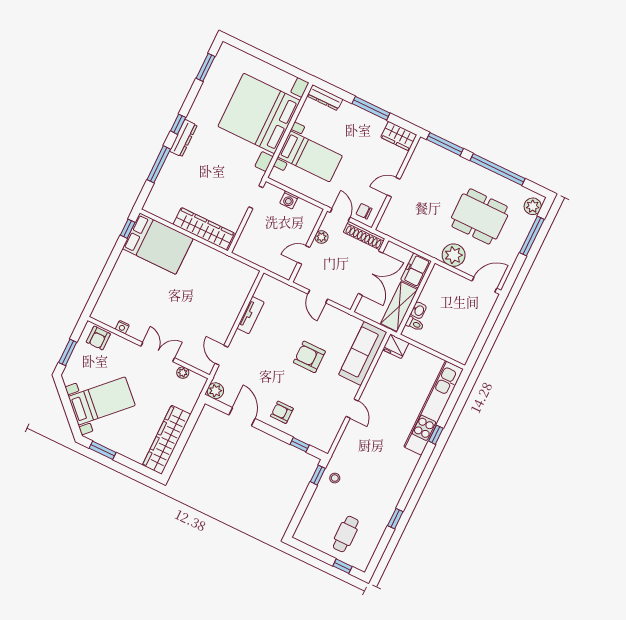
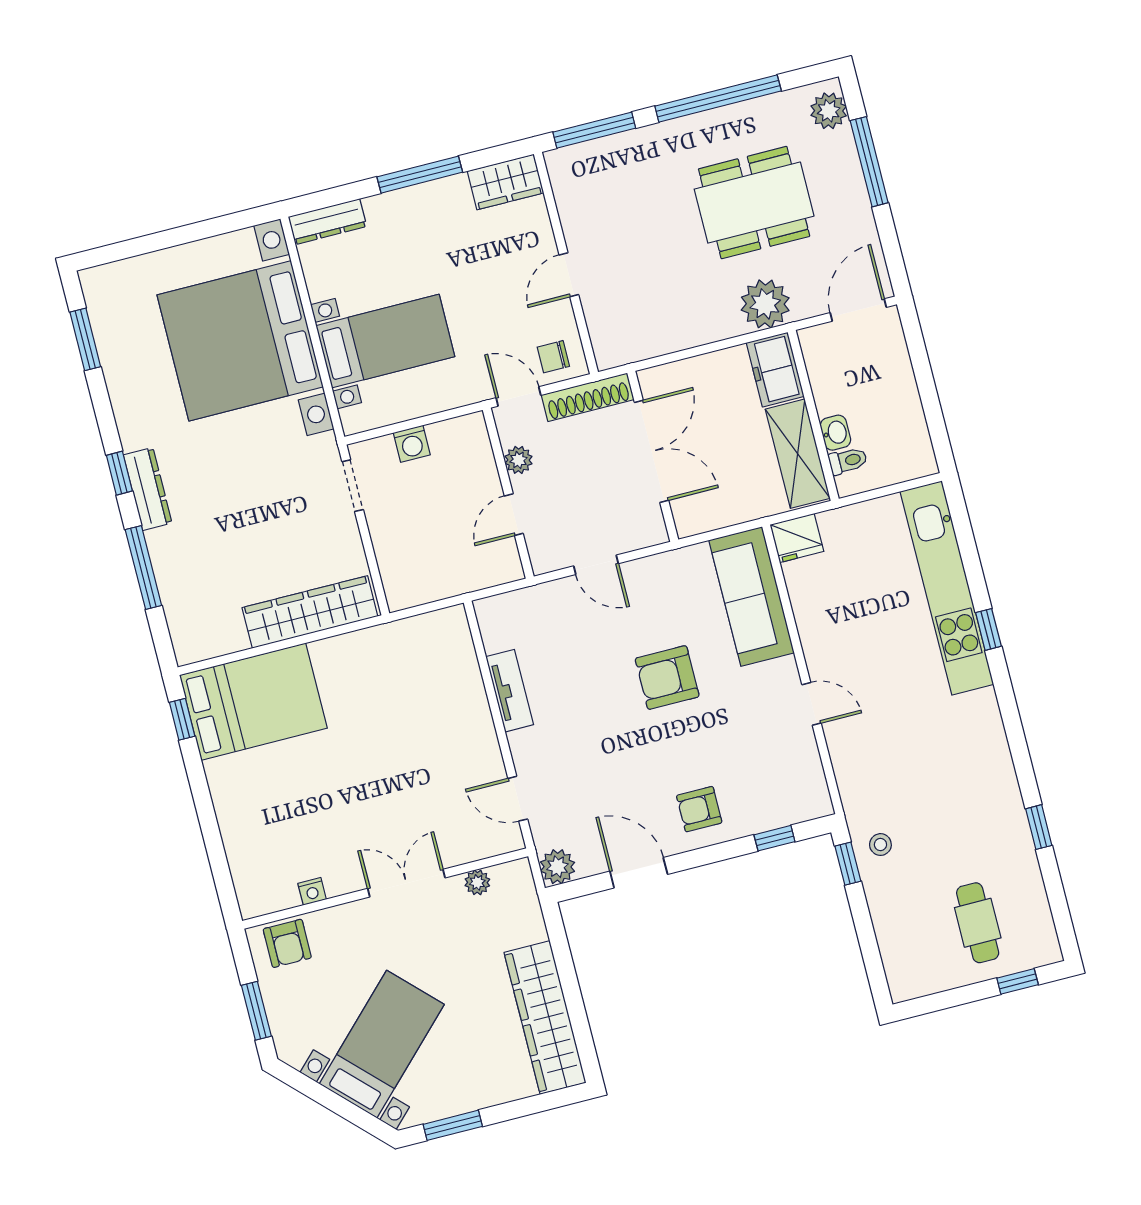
freezer: (416, 270) -> (775, 370), moved
wall: (416, 298) -> (813, 415), moved
shelving: (399, 307) -> (798, 454), moved
washbasin: (418, 310) -> (835, 433), moved
toilet: (415, 324) -> (848, 461), moved

